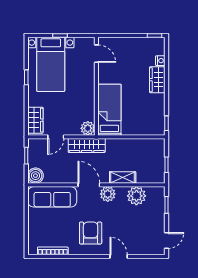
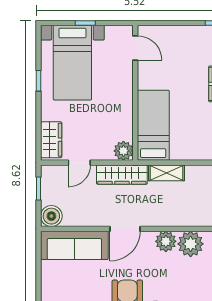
shelving: (123, 177) -> (167, 173), moved
door: (89, 185) -> (125, 229), swing flipped
plant: (108, 194) -> (166, 241), moved

